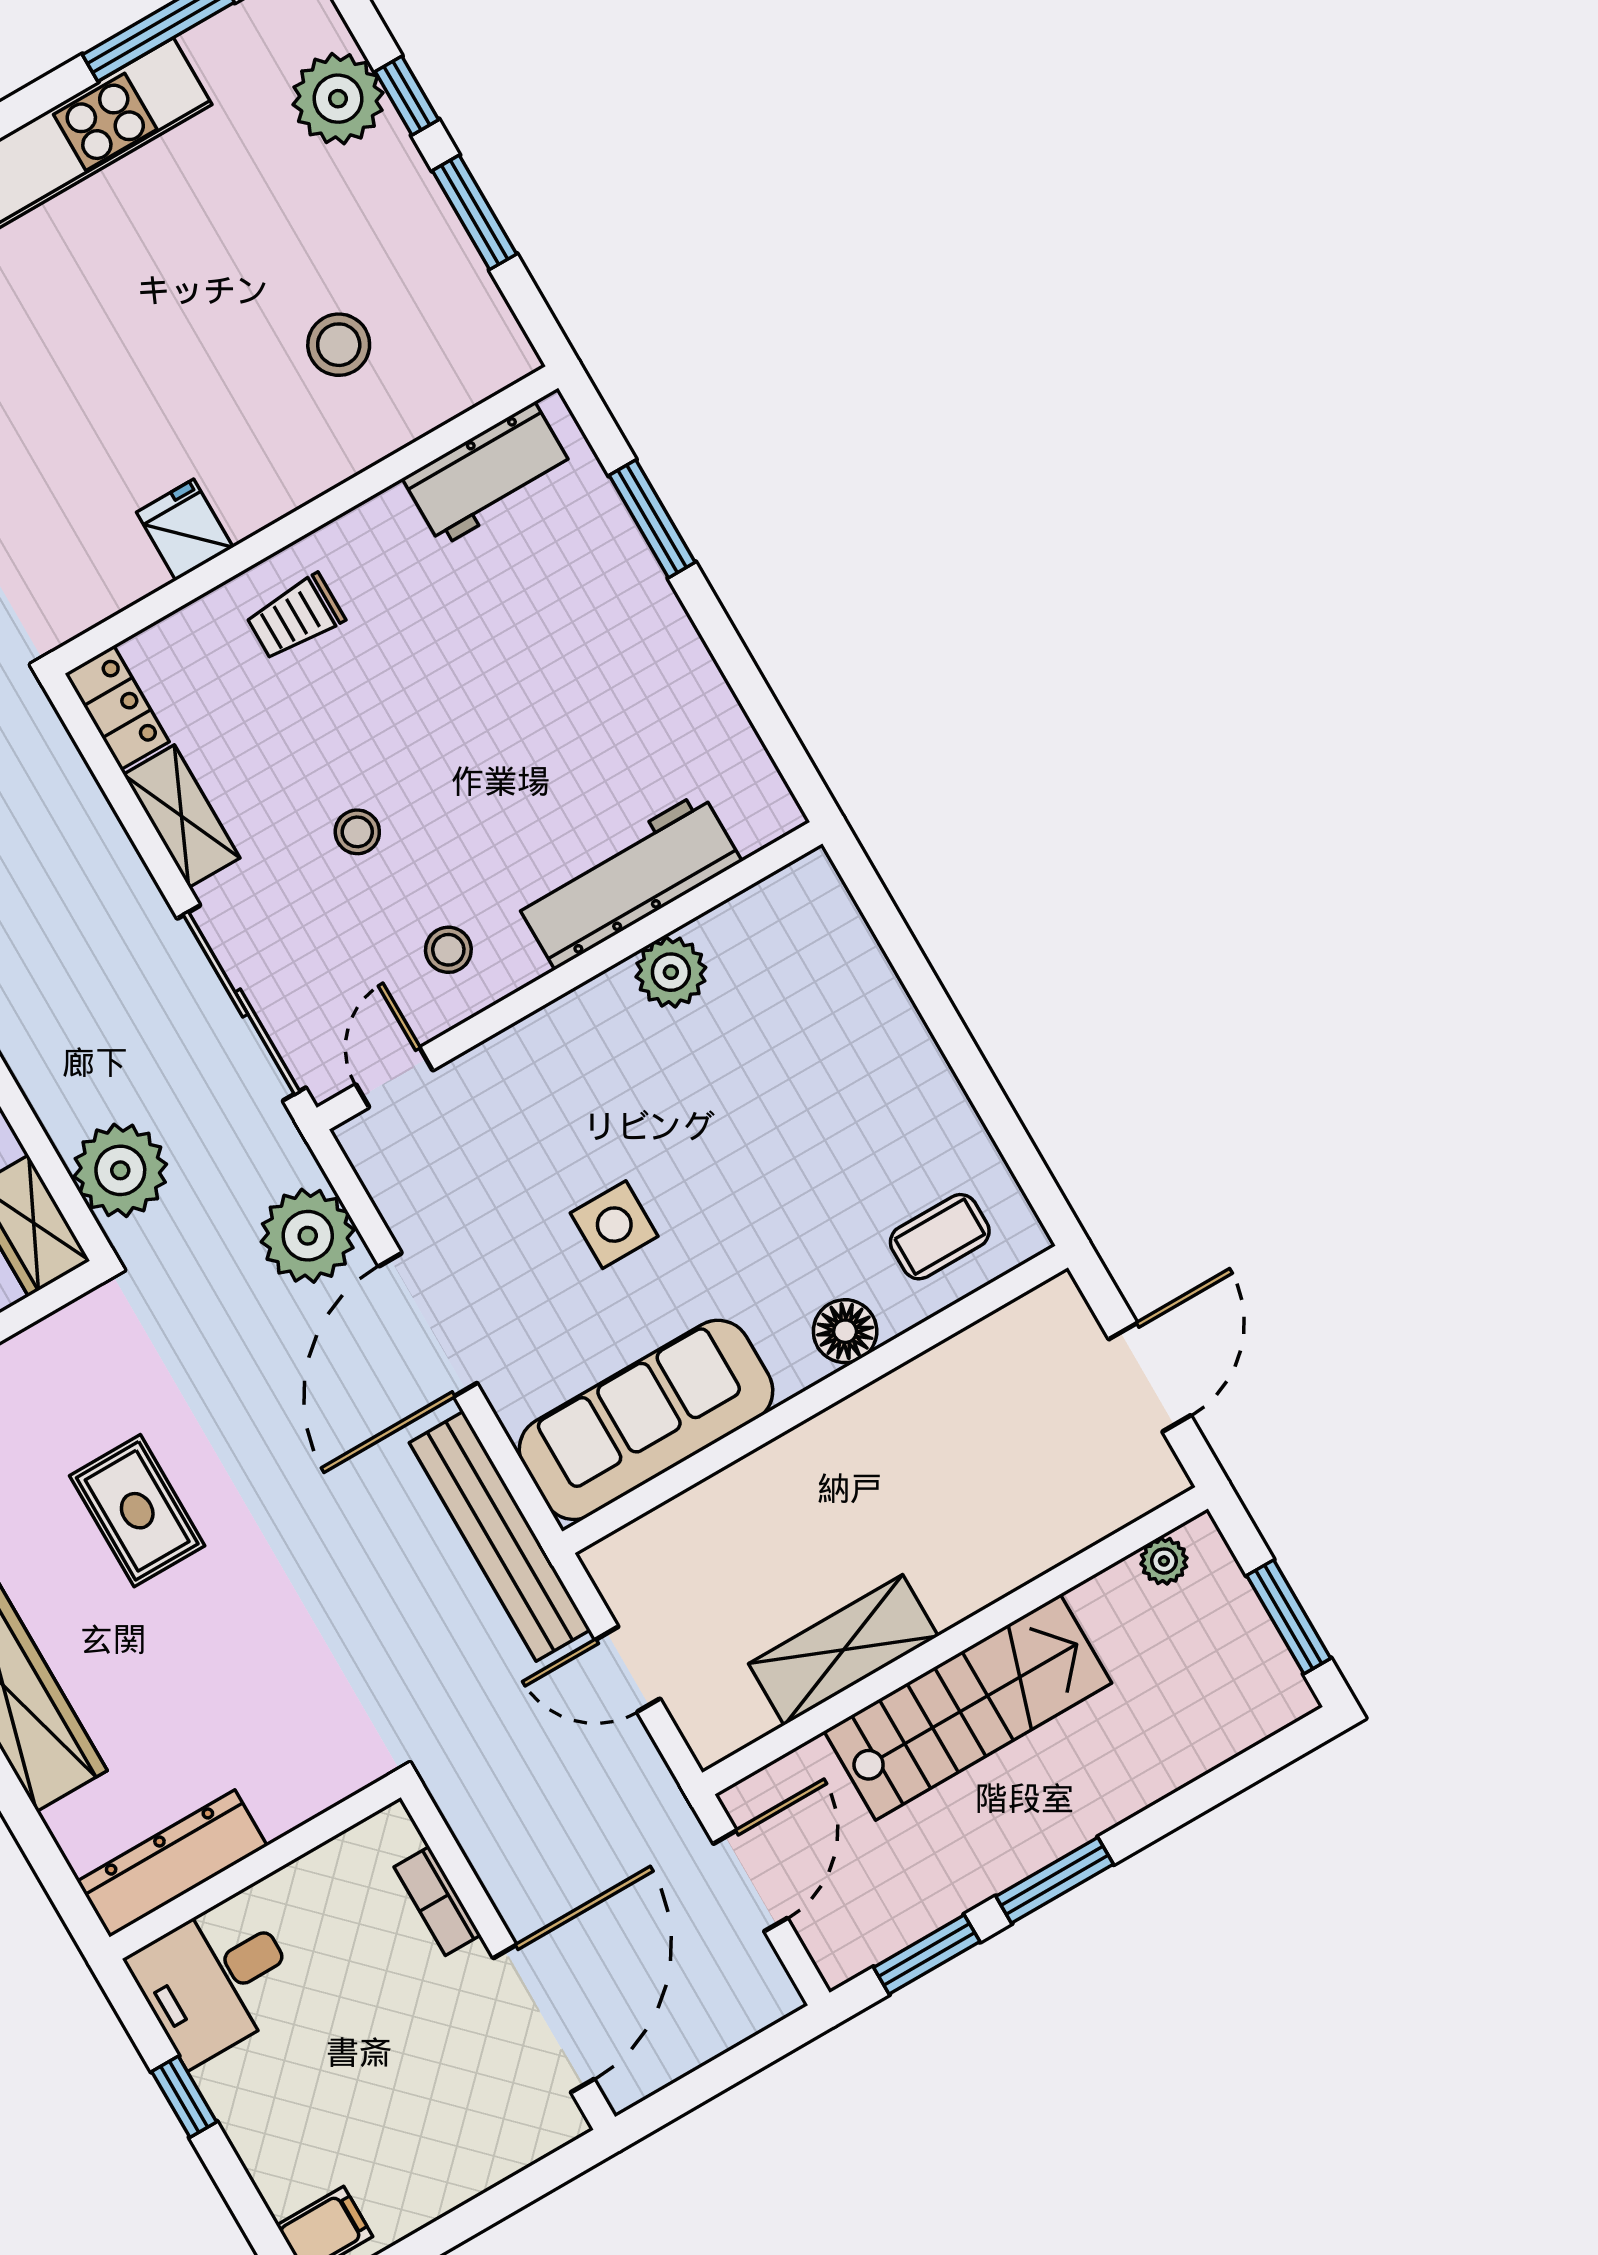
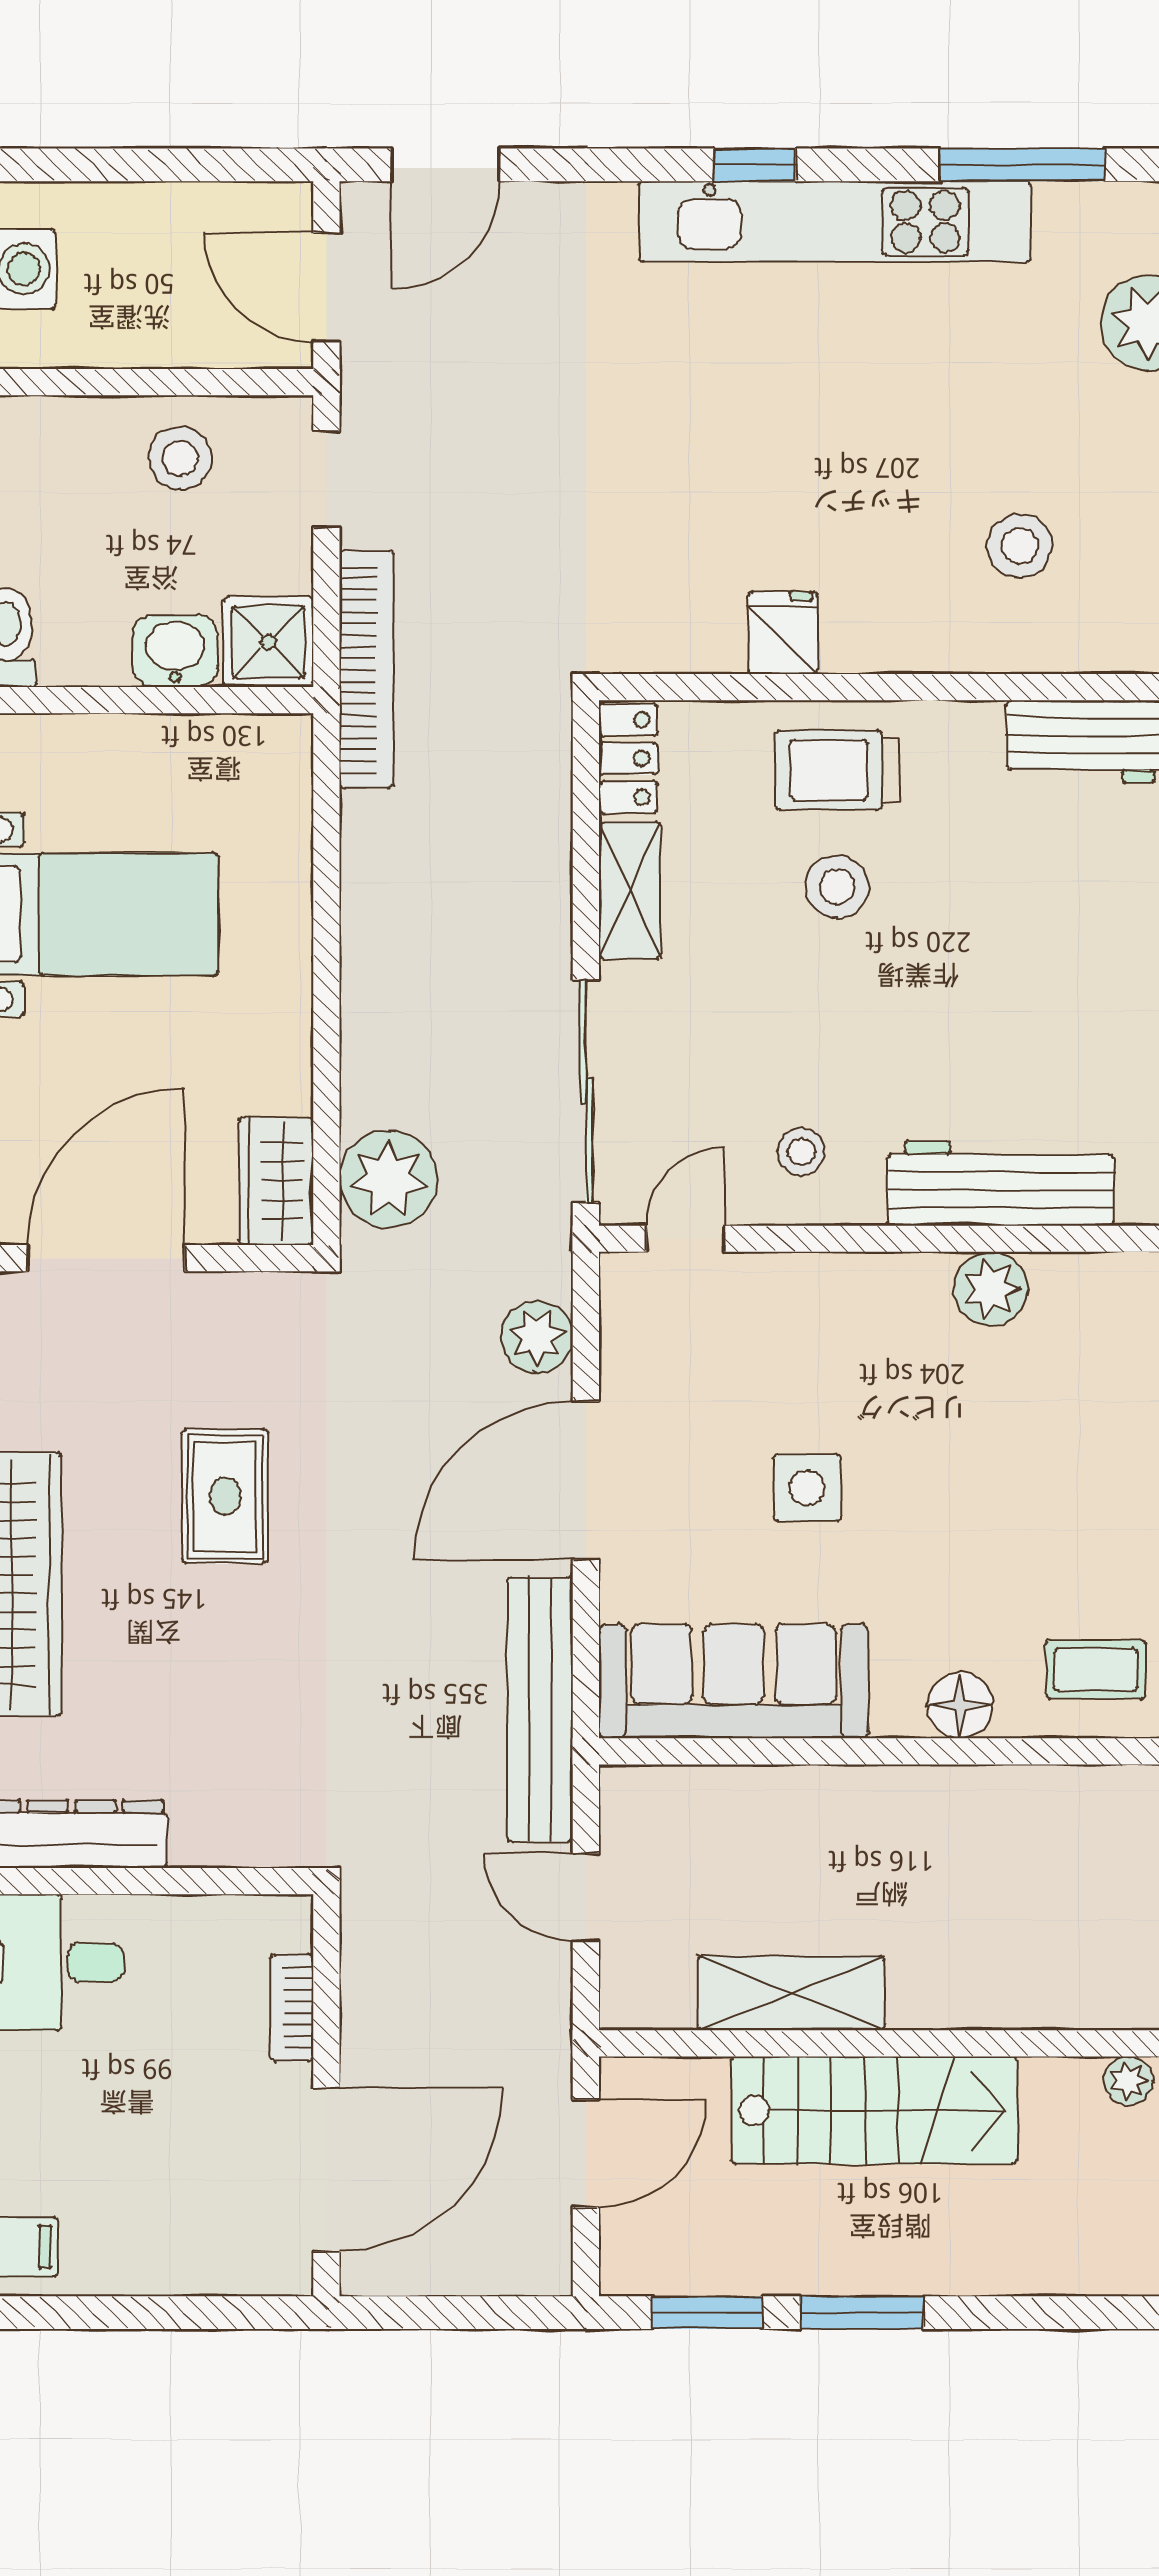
trolley: (295, 617) -> (837, 770), width x1.36, depth x1.39
stool: (357, 832) -> (837, 887), moved, width x1.37, depth x1.37
plant: (308, 1236) -> (537, 1337), width x0.73, depth x0.73

